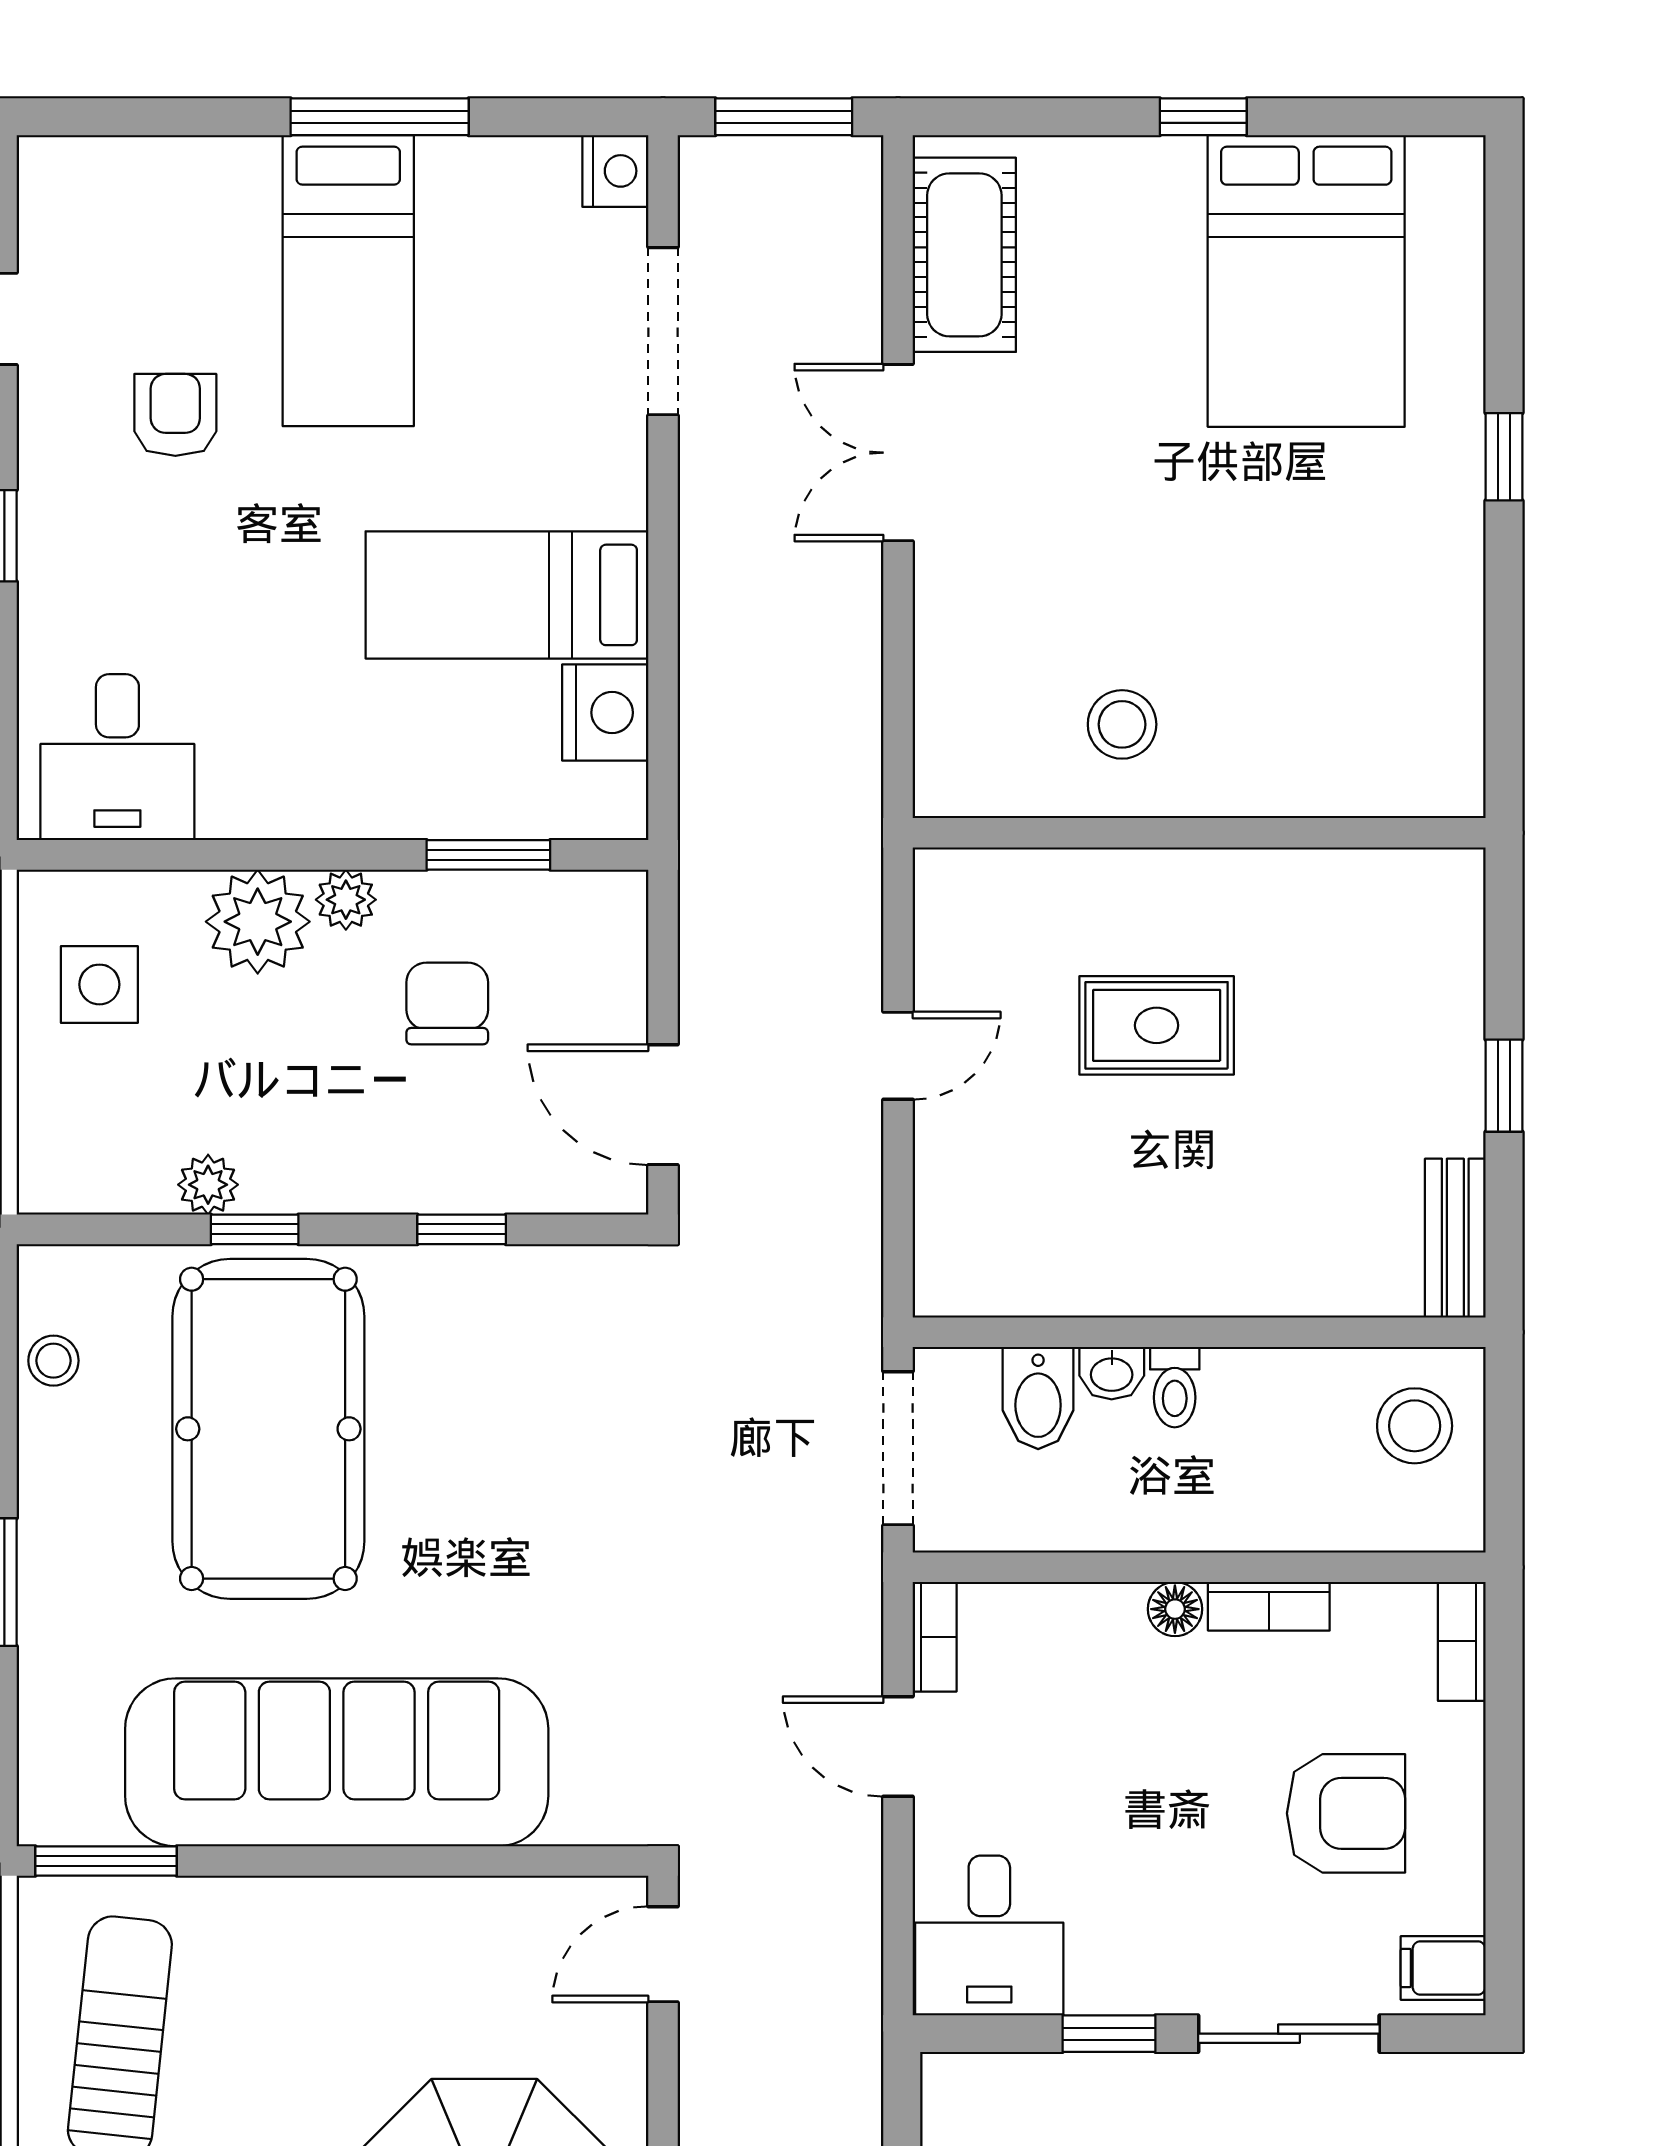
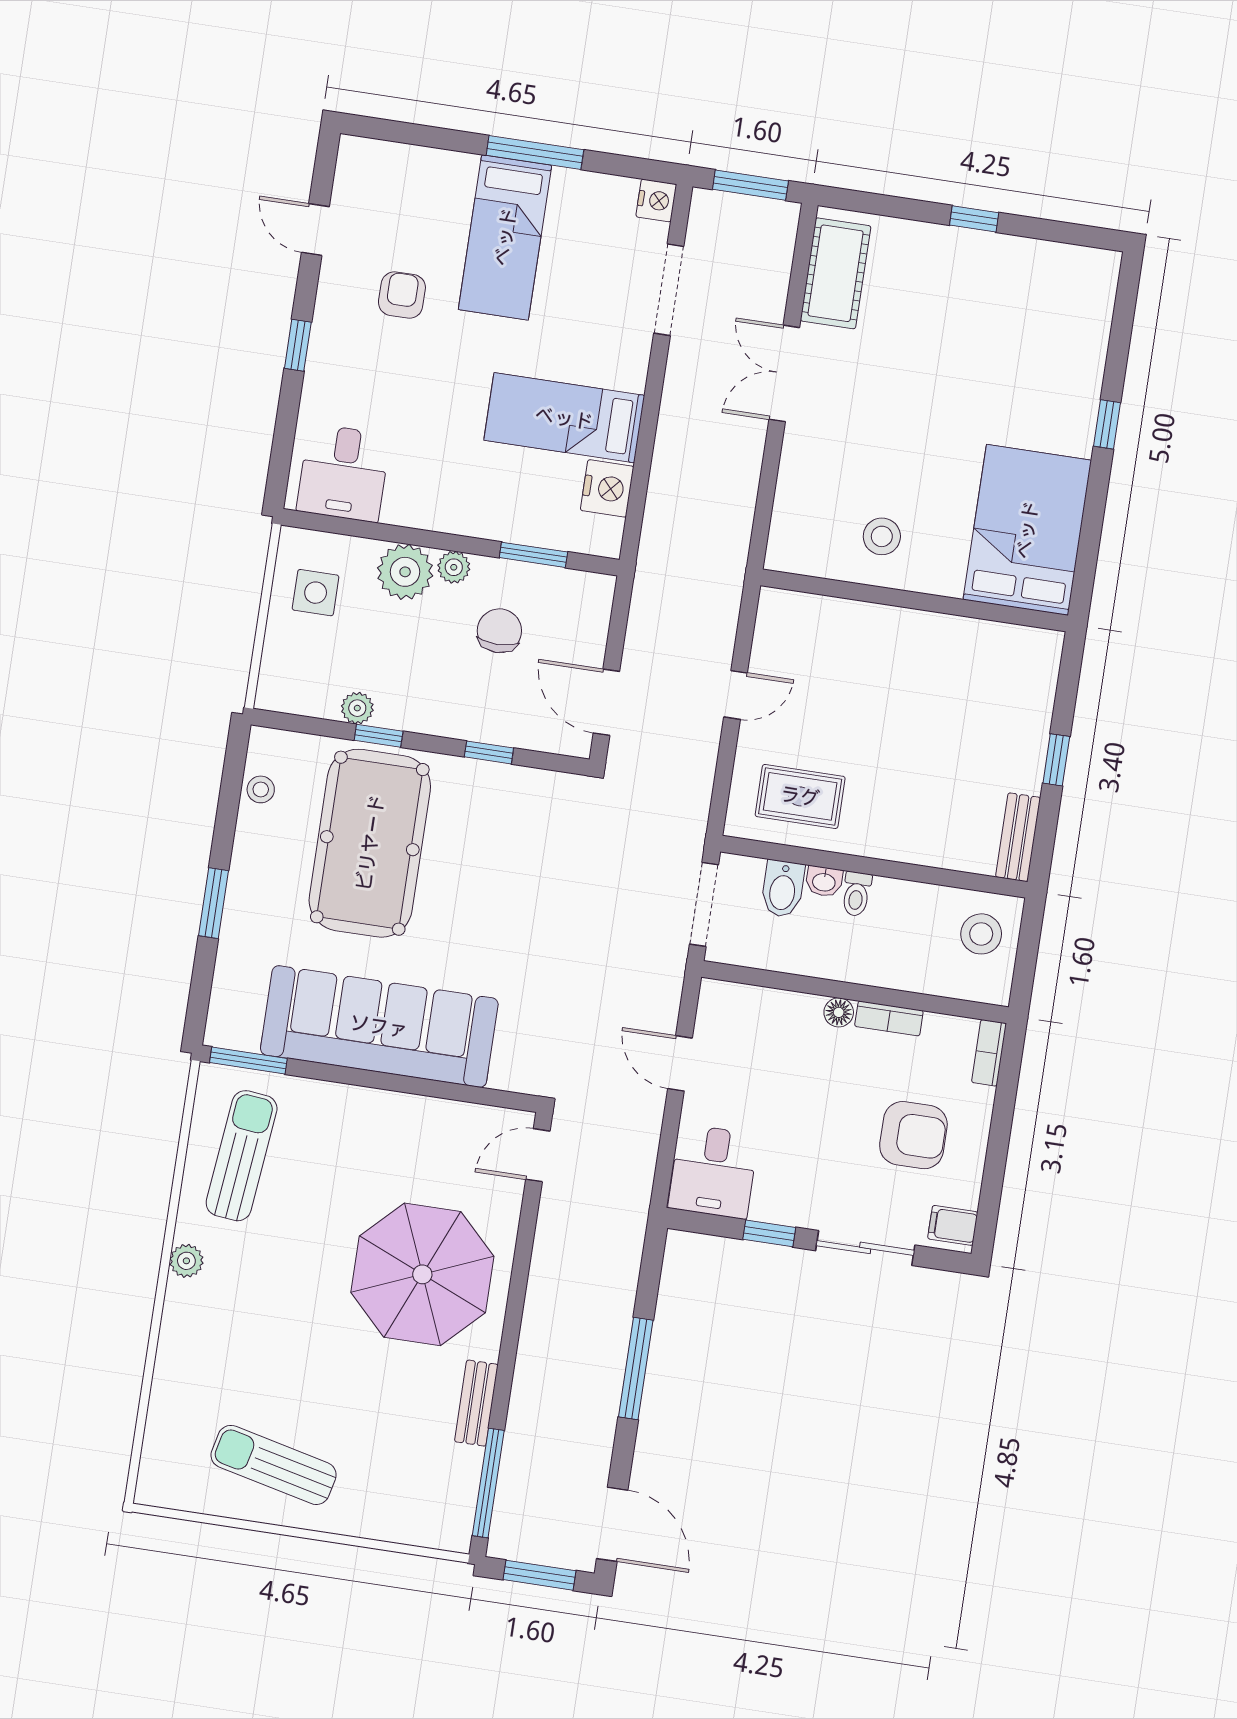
bed: (1306, 281) -> (1027, 530), moved, turned 180
rug: (1157, 1025) -> (800, 796), moved
bookcase: (935, 1637) -> (708, 1008), removed

